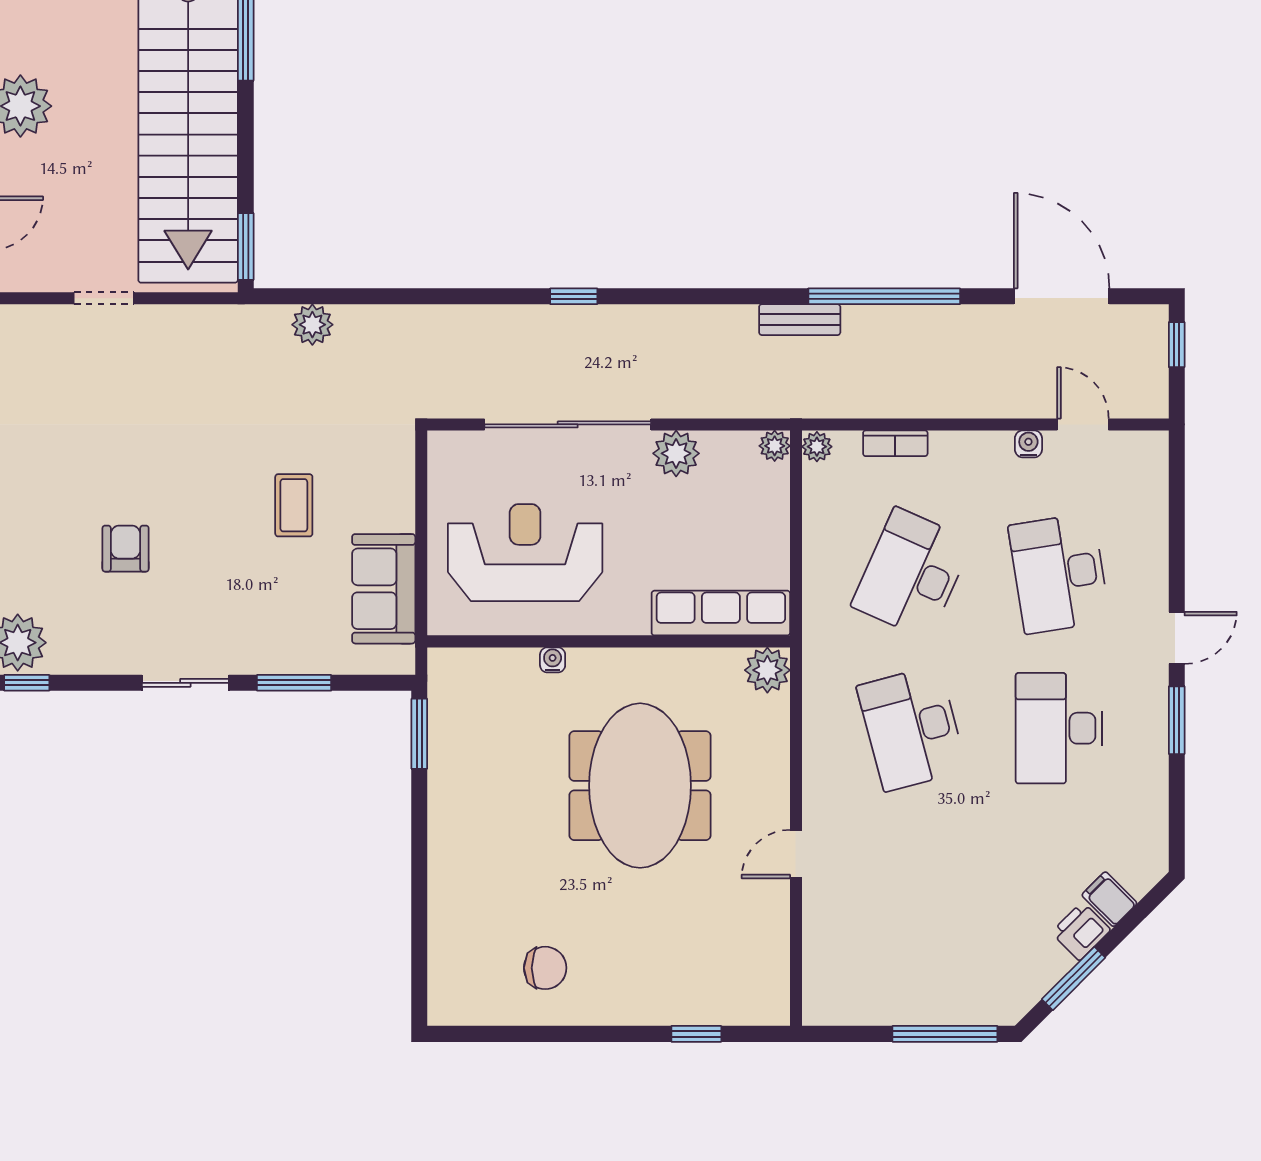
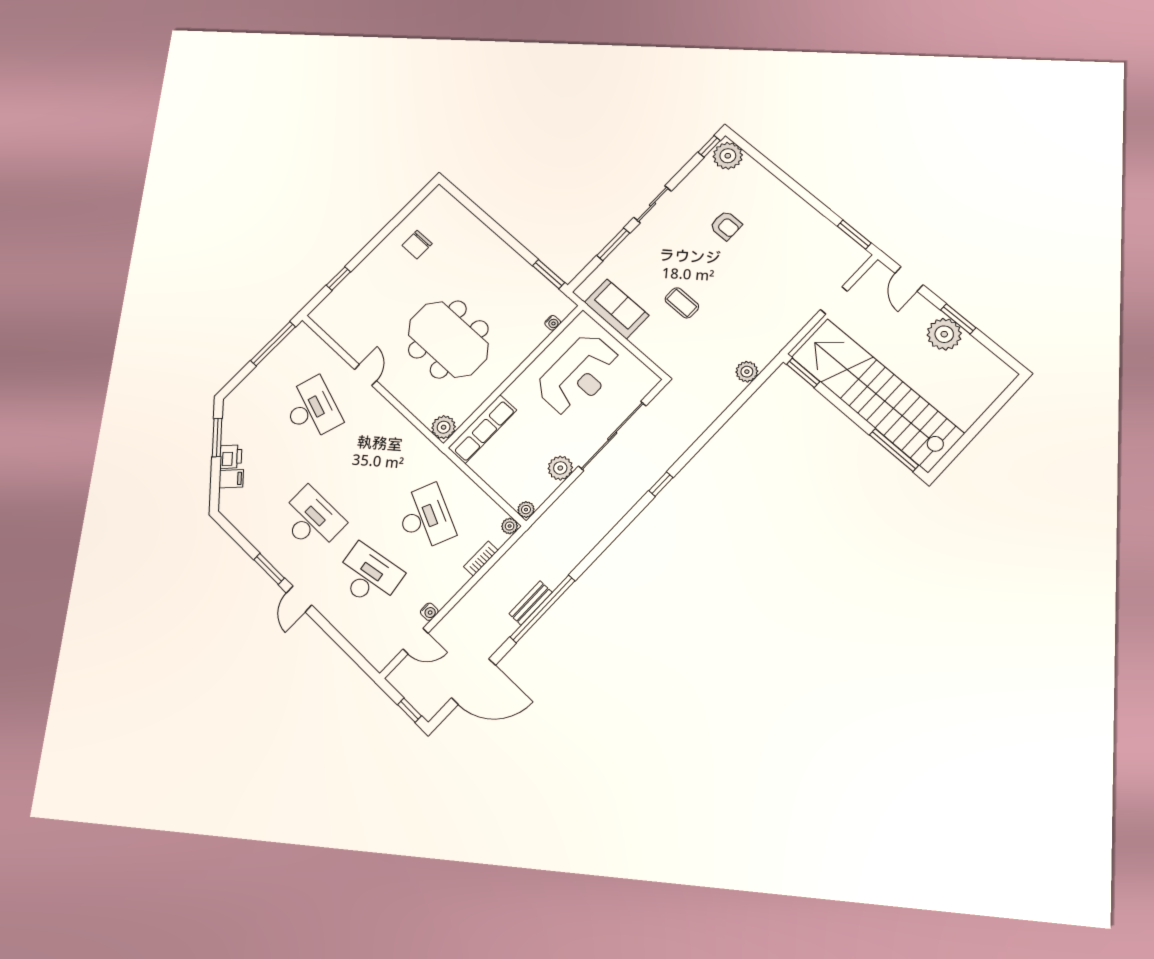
bench: (800, 320) -> (531, 603), moved
water cooler: (553, 660) -> (553, 323), moved
desk: (912, 728) -> (312, 409), moved, turned 33
window: (945, 1034) -> (273, 344), moved

